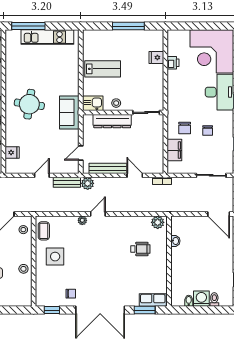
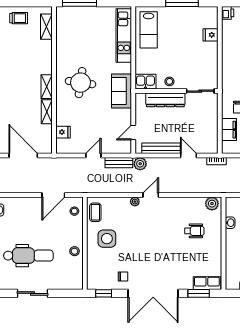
kitchen unit: (47, 37) -> (124, 36), moved, turned 90
printer: (173, 63) -> (228, 13), moved
lab bench: (103, 69) -> (149, 30), moved, turned 90

